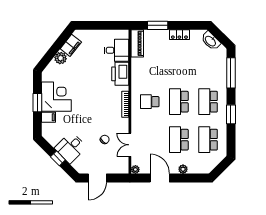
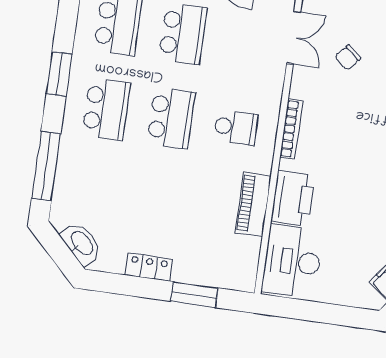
piano: (137, 43) -> (253, 204), moved
desk: (117, 50) -> (292, 261), width x1.37

